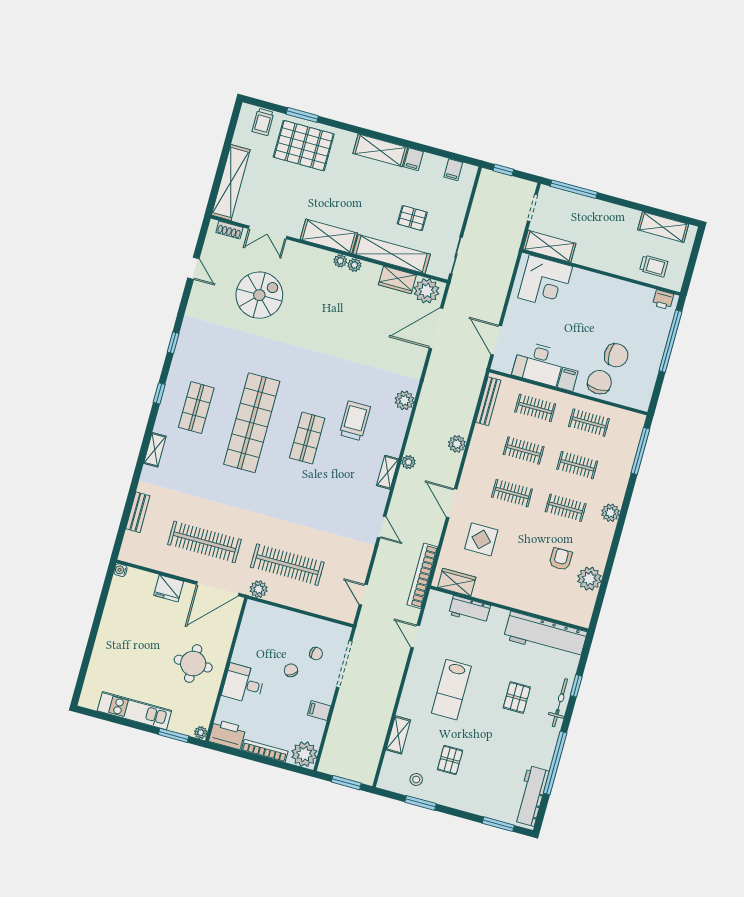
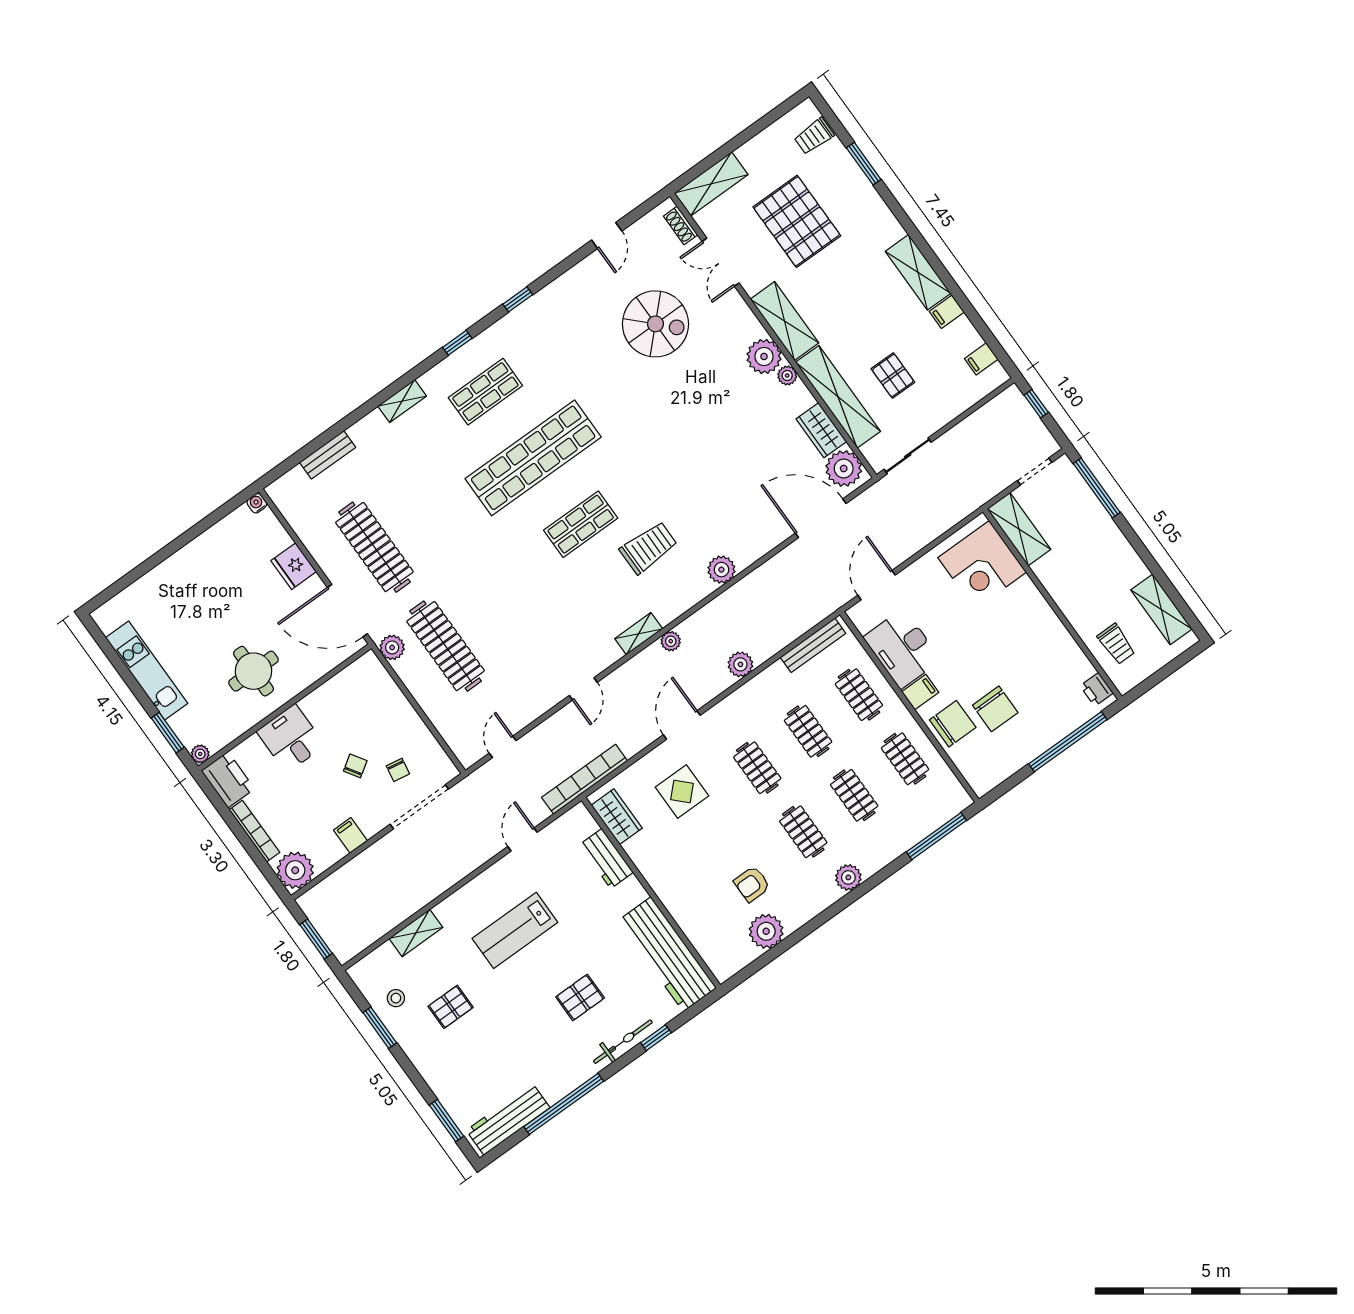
pallet: (304, 146) -> (797, 221), moved
shelving: (231, 182) -> (711, 184), width x0.68
plant: (340, 261) -> (764, 356), width x1.88, depth x1.88
armchair: (561, 559) -> (752, 884), turned 180

